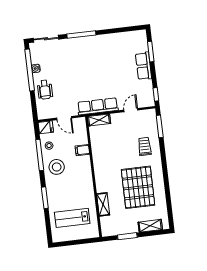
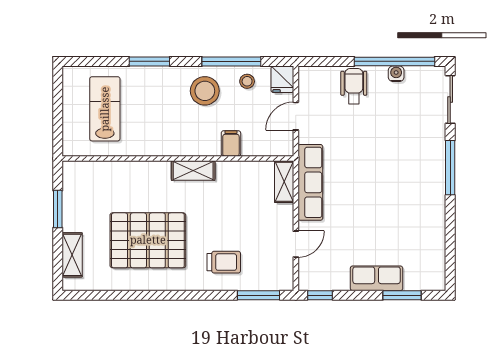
wheelchair: (45, 90) -> (354, 86), turned 90
door: (131, 110) -> (296, 244), hinge flipped
shelving: (103, 204) -> (193, 170), moved

